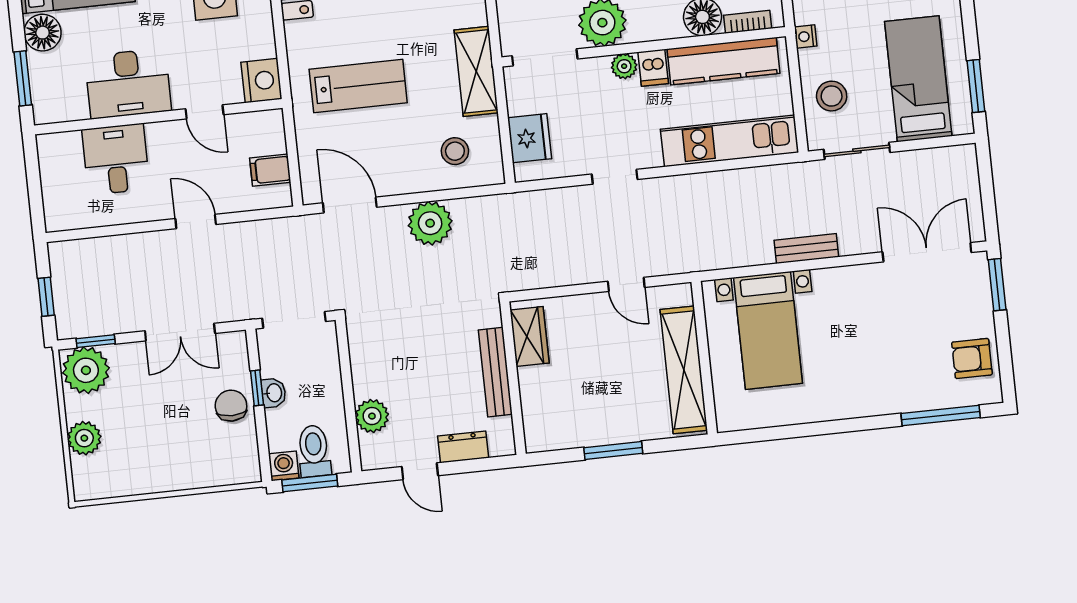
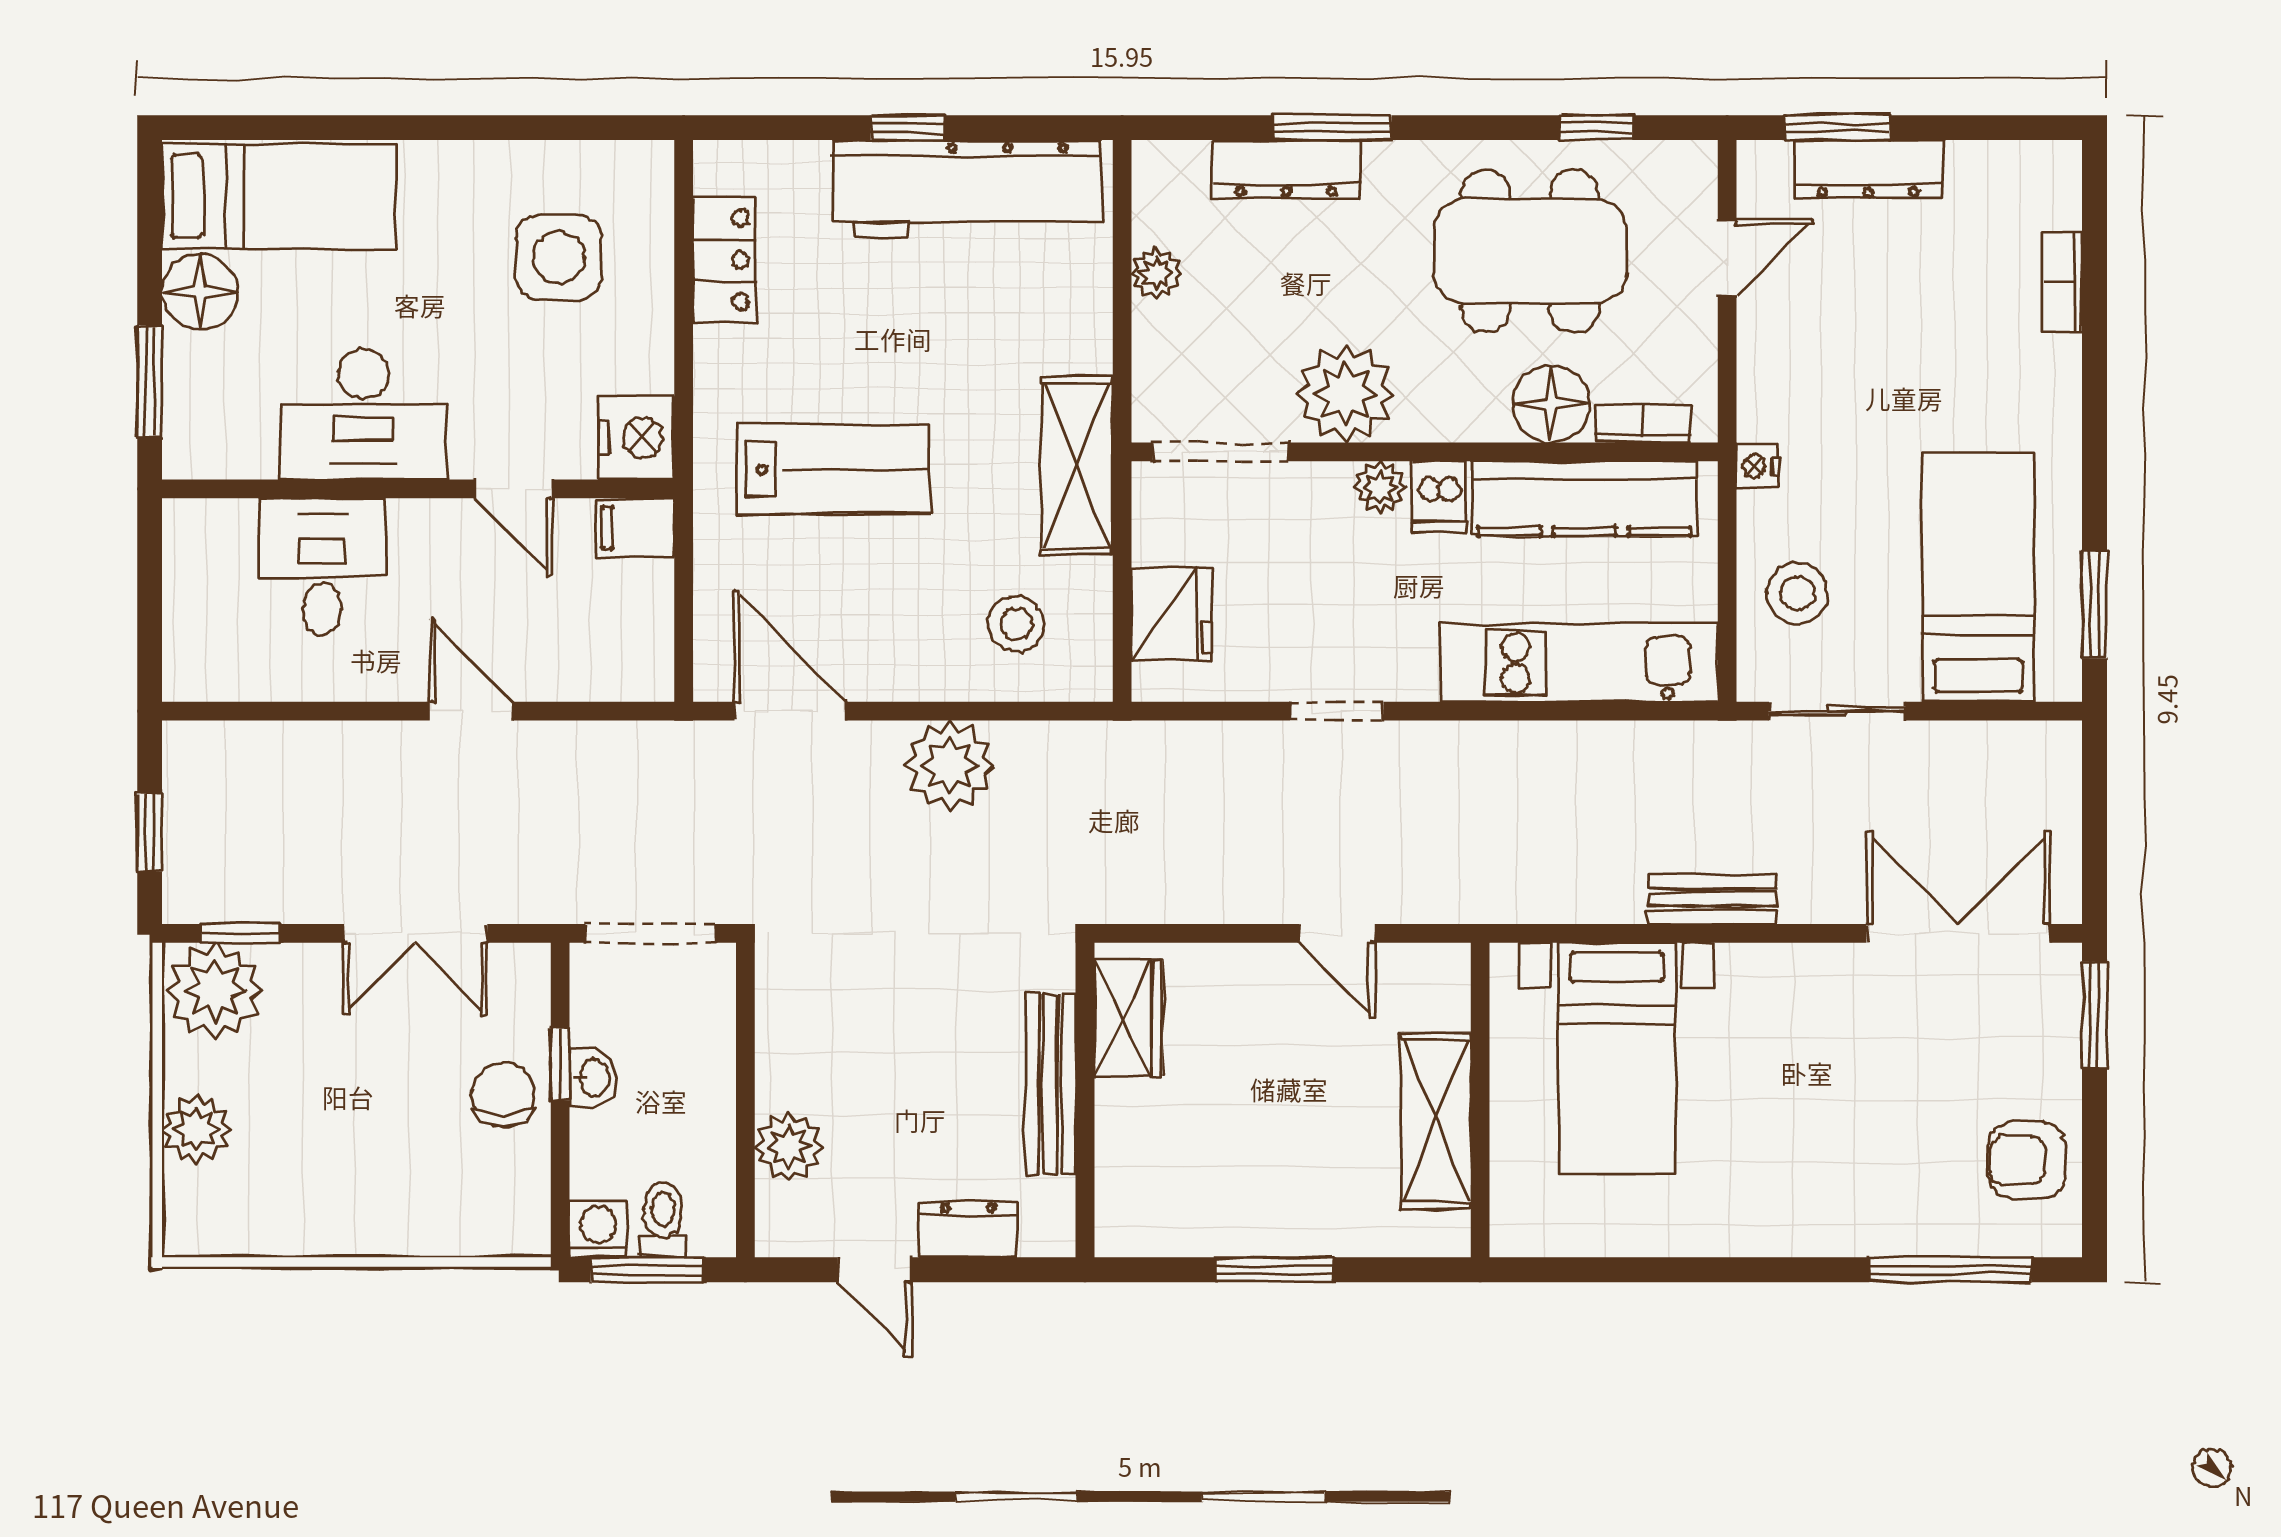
filing cabinet: (270, 170) -> (635, 528), moved
shelving: (684, 370) -> (1436, 1121), width x0.68
toilet: (314, 451) -> (663, 1220), width x0.73, depth x0.72

